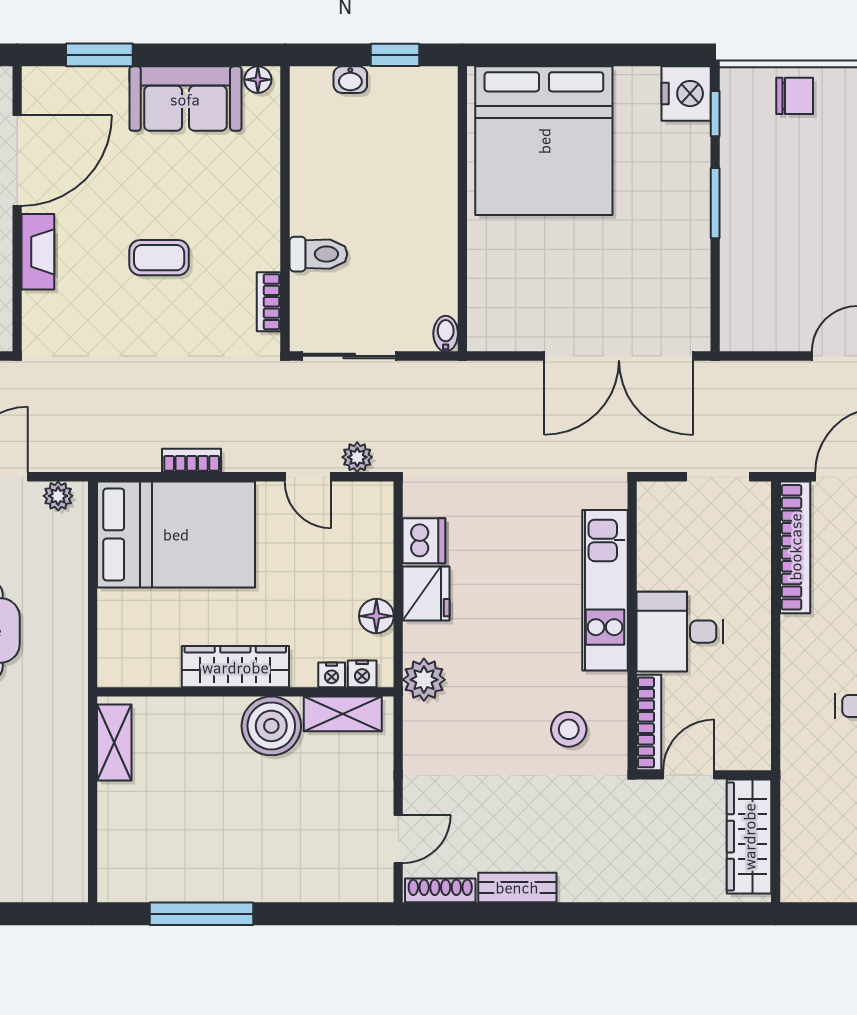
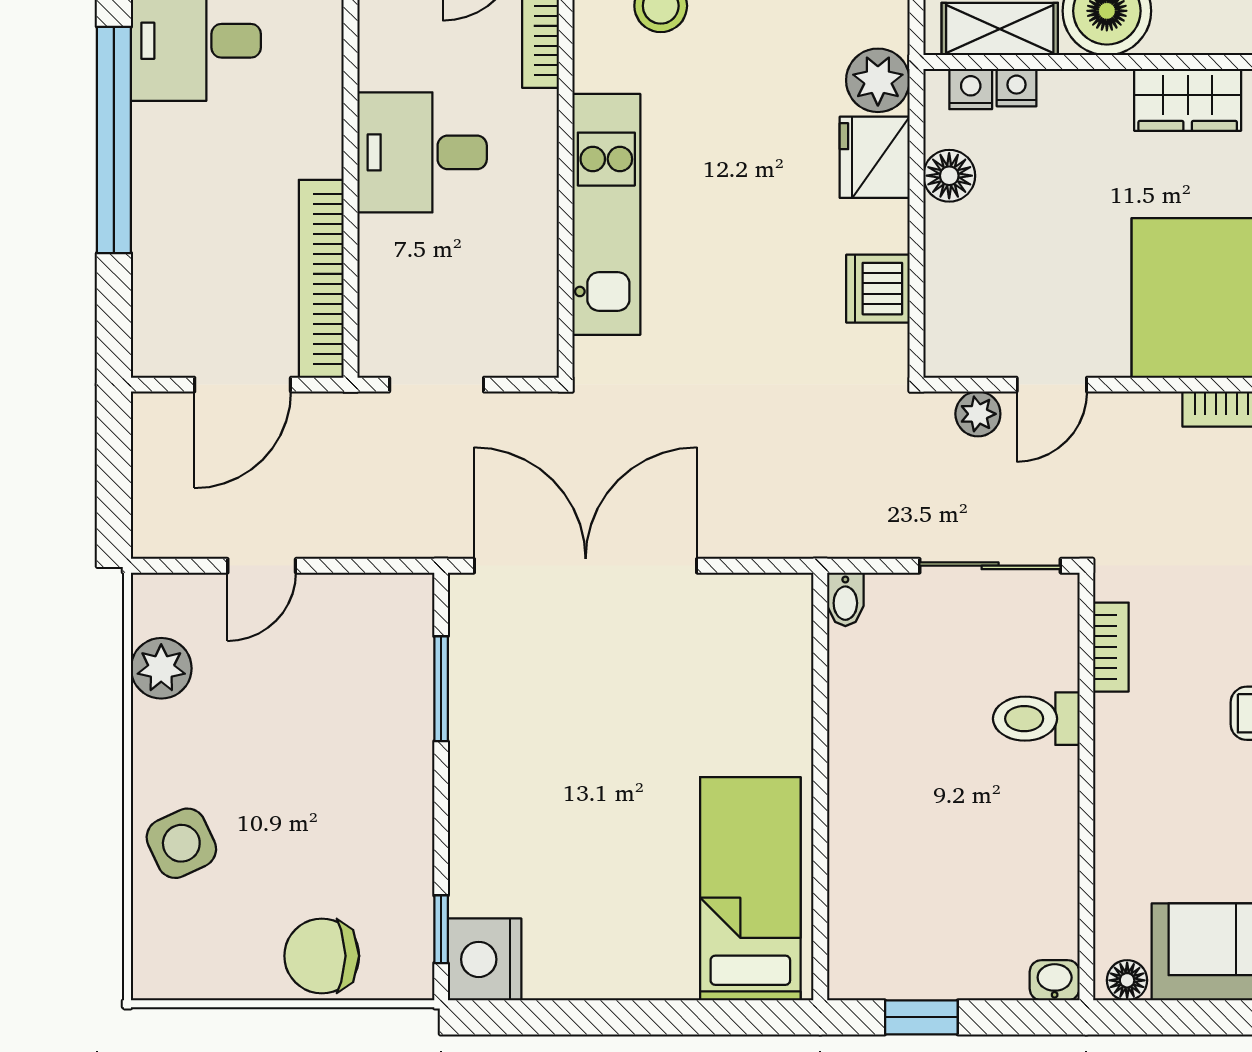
washbasin: (350, 80) -> (1055, 980), moved
chair: (795, 96) -> (322, 956), width x1.37, depth x1.37
bed: (544, 141) -> (750, 889), width x0.49
window: (715, 203) -> (441, 689), moved
door: (308, 477) -> (1052, 385), swing flipped
fridge: (426, 594) -> (875, 157), moved
desk: (680, 632) -> (422, 152), moved, turned 180
wardrobe: (235, 667) -> (1188, 100), width x0.67

